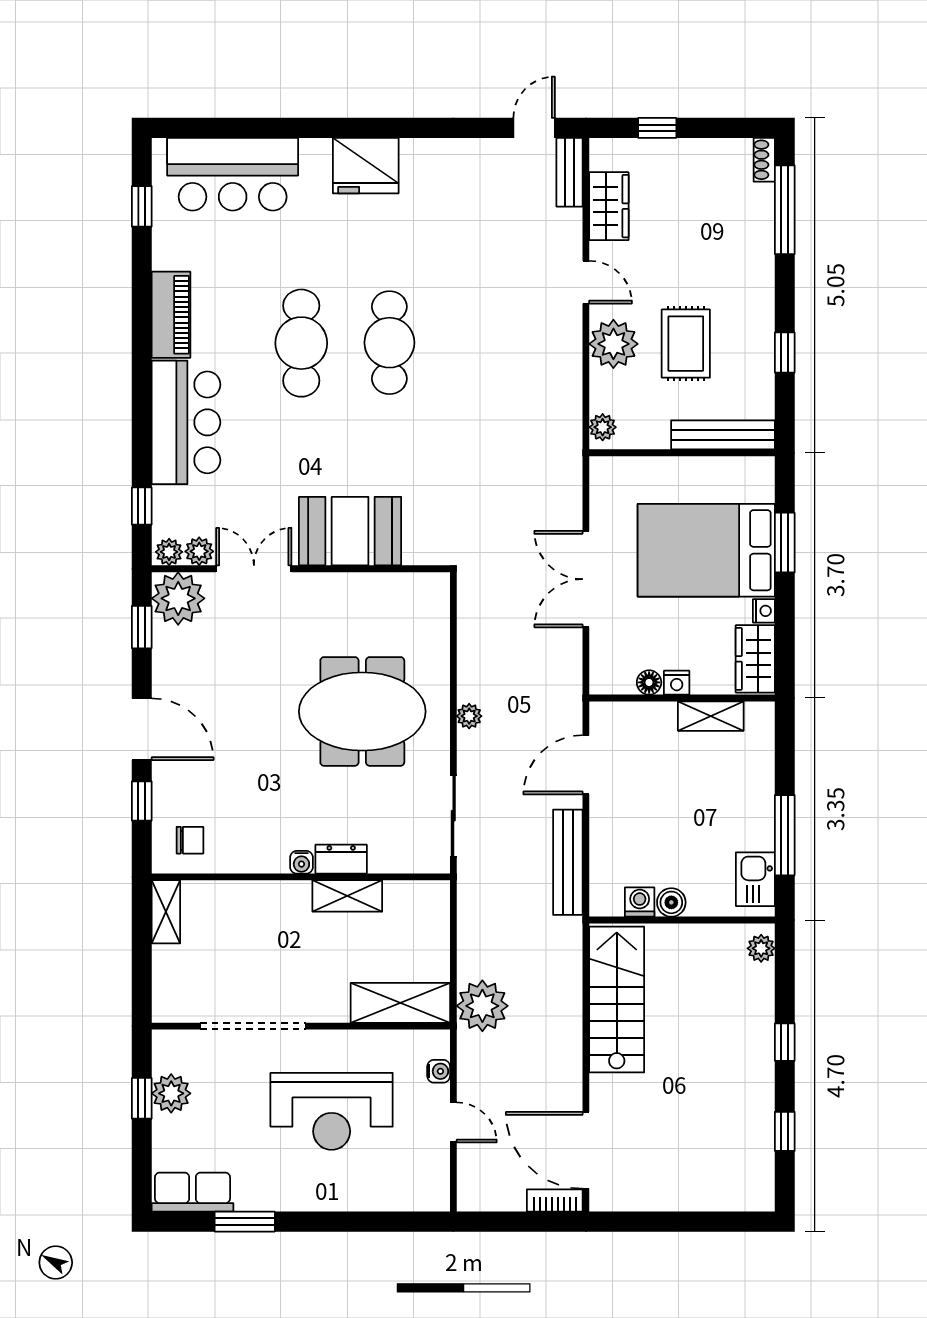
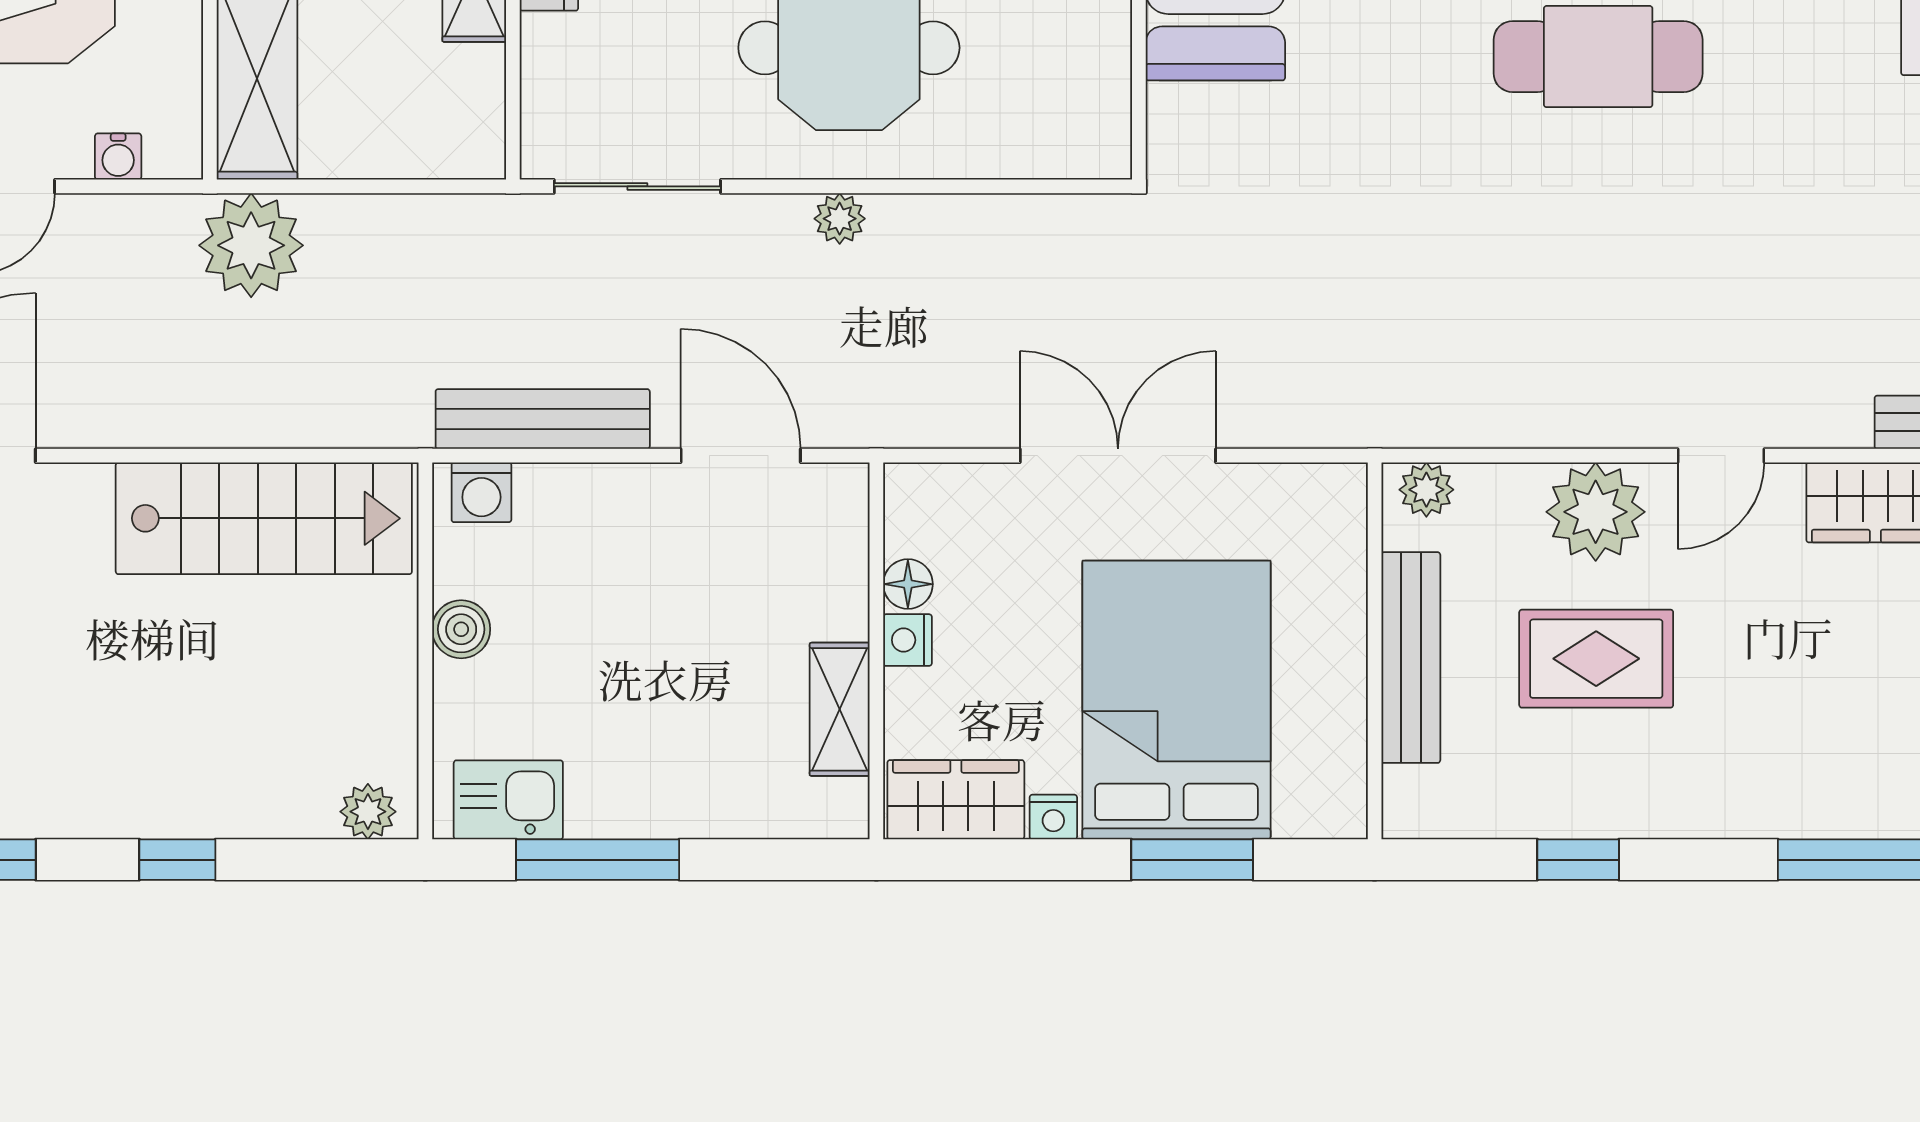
bench: (723, 435) -> (1411, 658), moved
washing machine: (640, 902) -> (481, 492), moved, turned 90

